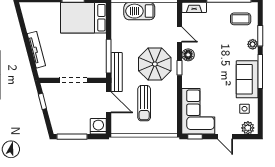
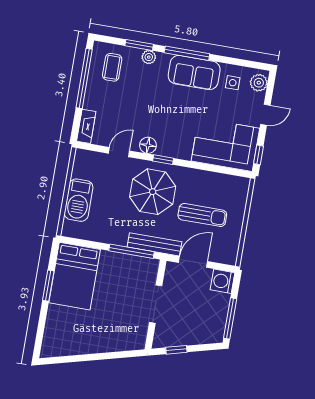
tv unit: (36, 50) -> (106, 346), removed

